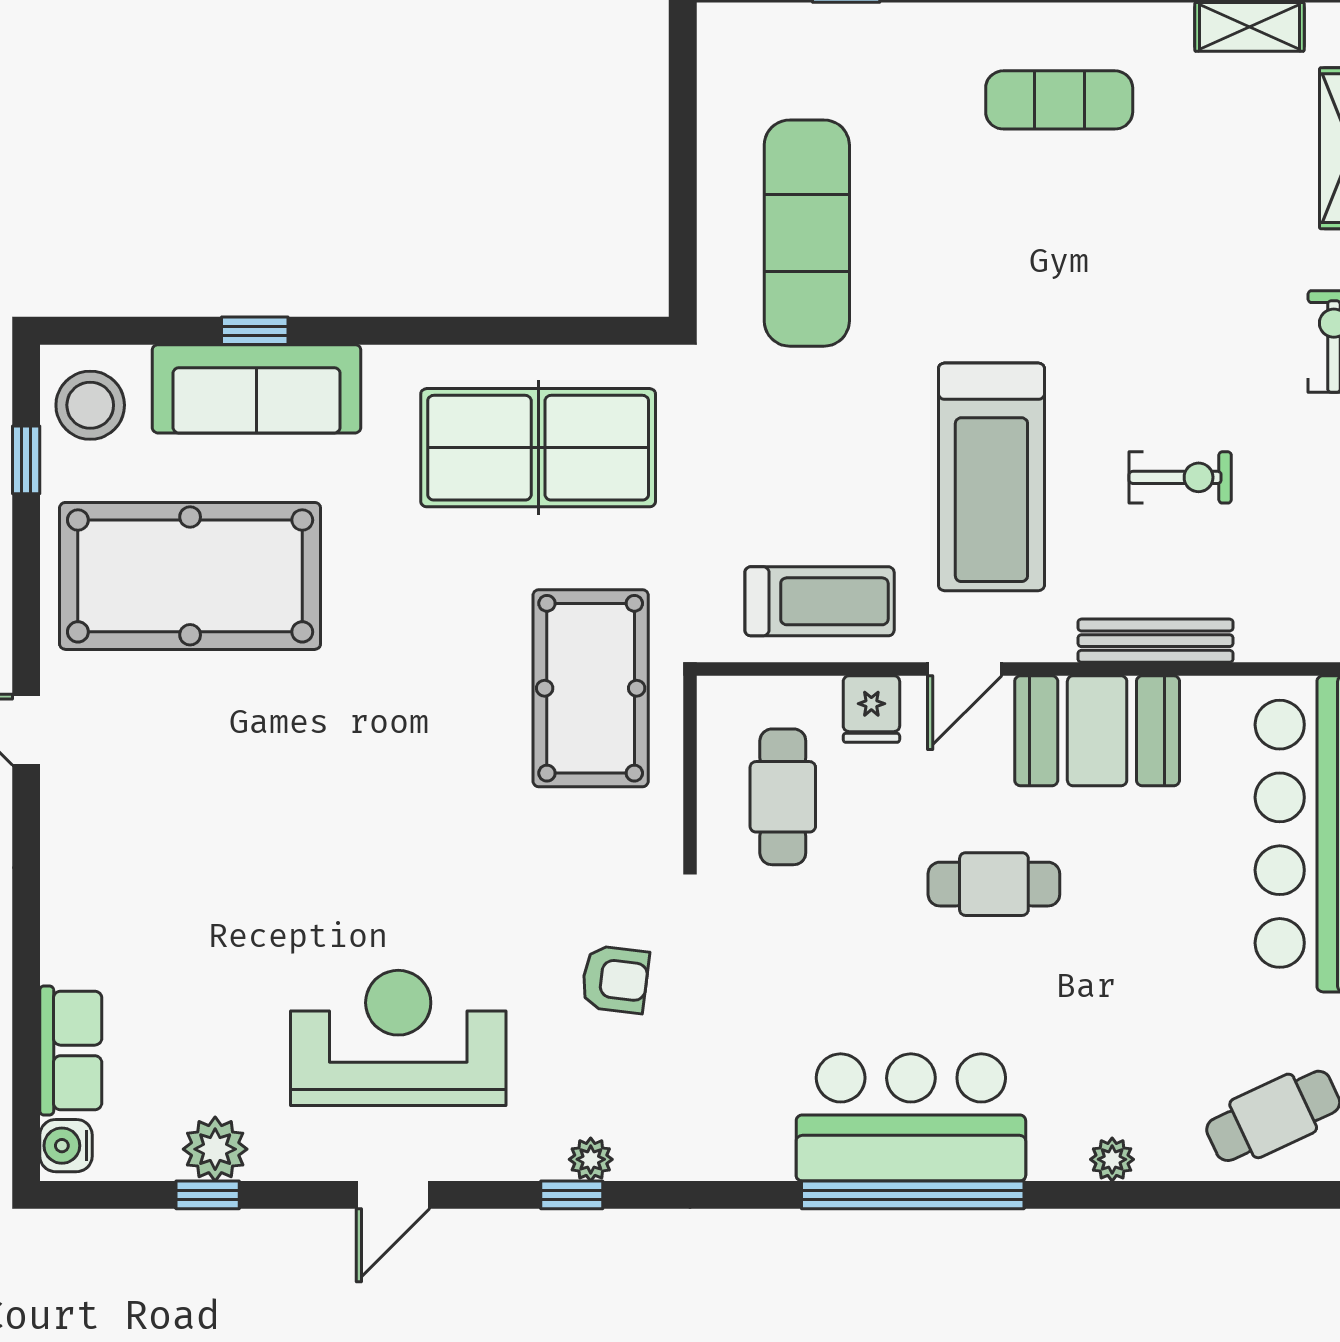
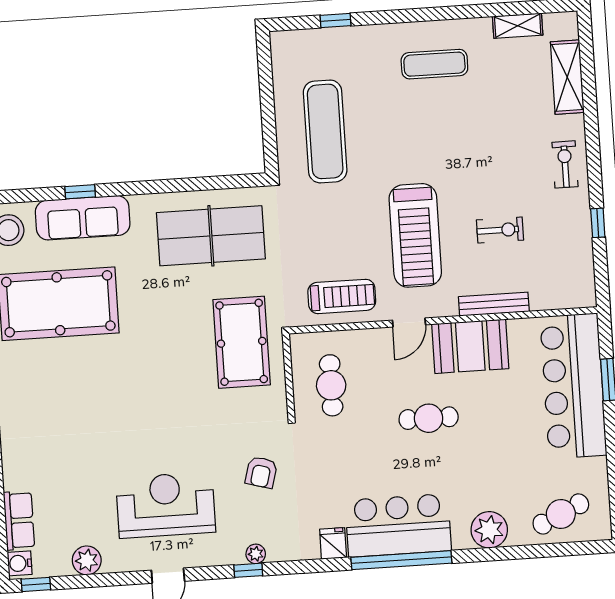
fridge: (871, 709) -> (333, 543), moved, turned 180
armchair: (615, 979) -> (261, 472), turned 99
plant: (1112, 1159) -> (489, 530), width x1.88, depth x1.88
window: (208, 1195) -> (36, 584), moved

